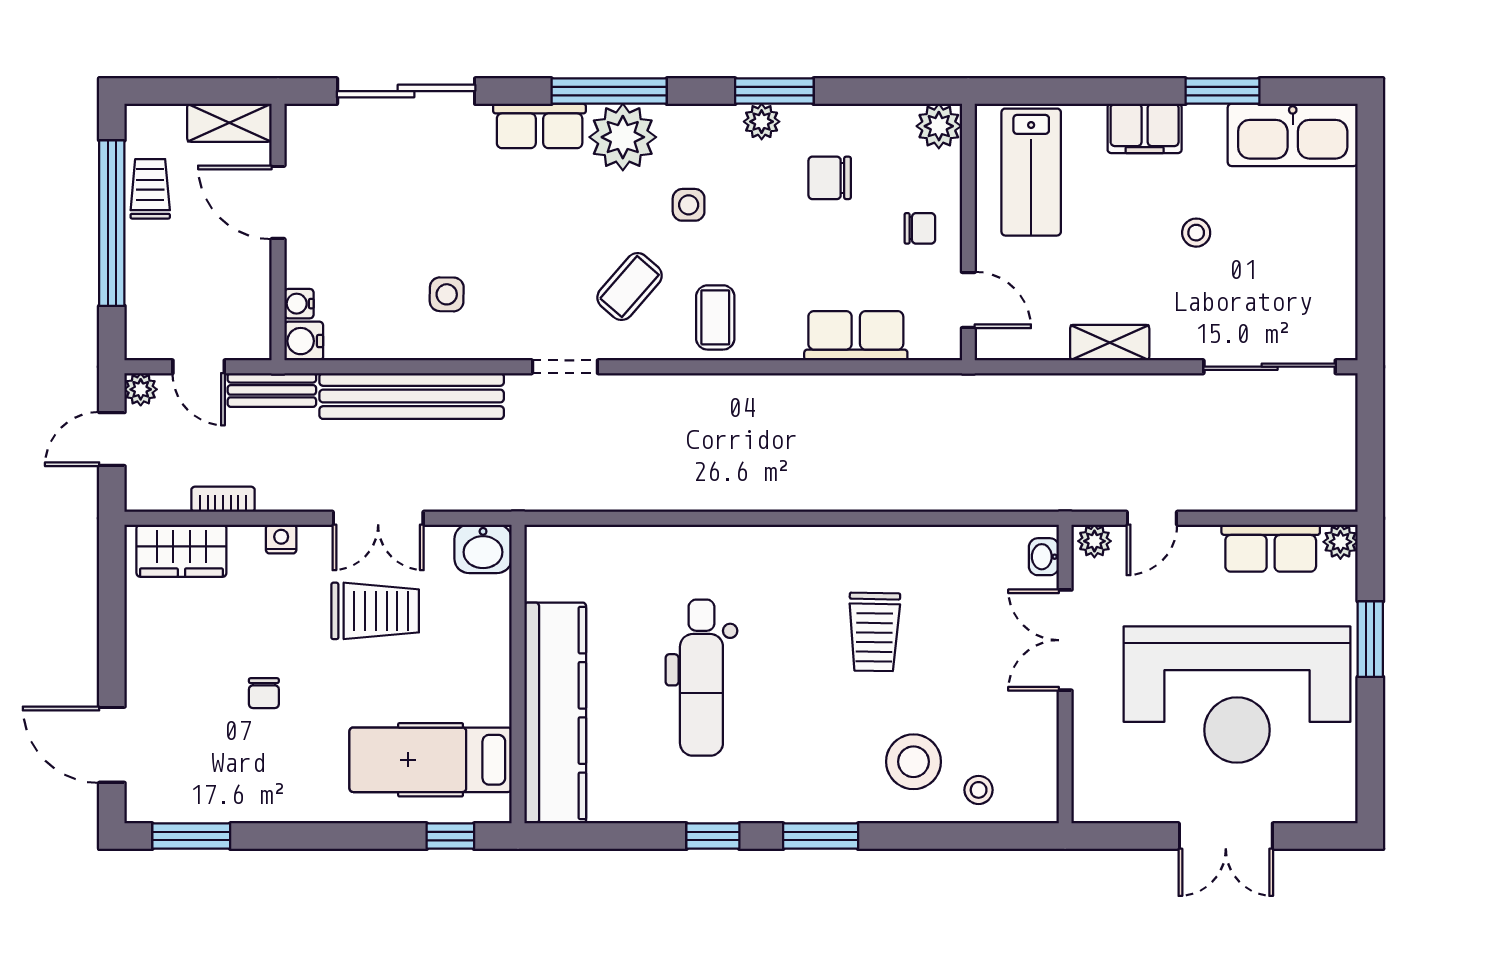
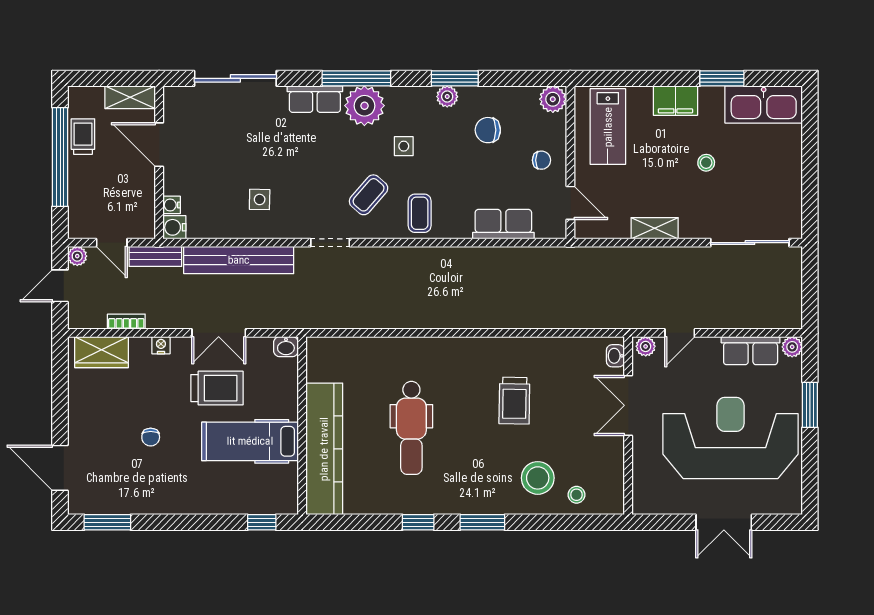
washbasin: (483, 549) -> (286, 347), width x0.72, depth x0.69
reception desk: (1237, 695) -> (731, 438), turned 180
hospital bed: (431, 760) -> (250, 441), moved

